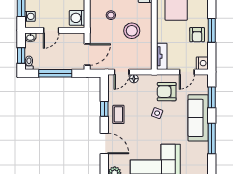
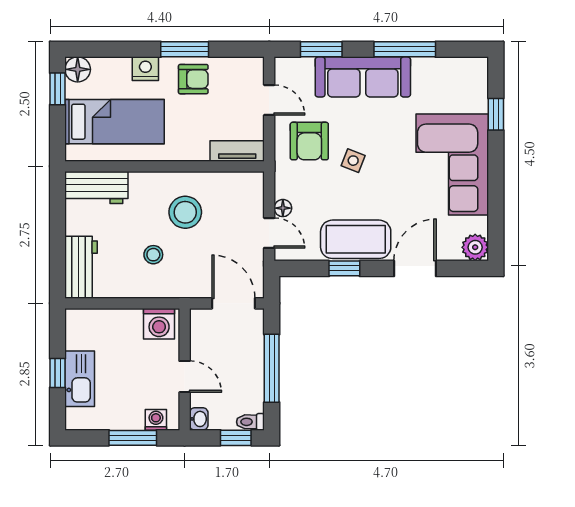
nightstand: (202, 63) -> (145, 69), moved
coffee table: (118, 114) -> (356, 239), width x1.86, depth x1.72

